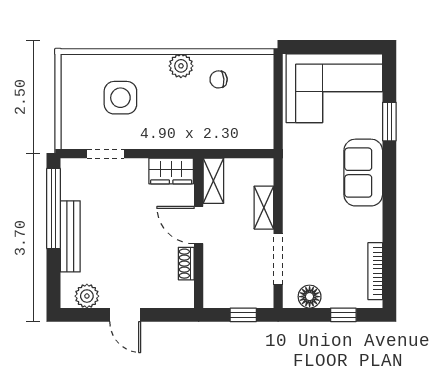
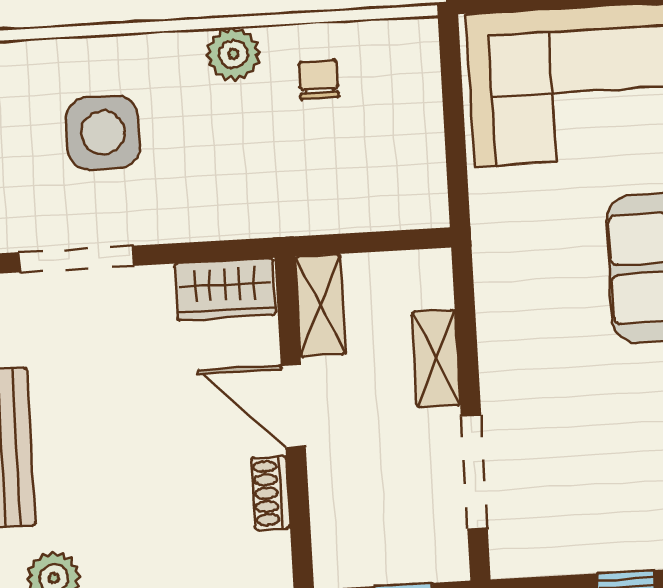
chair: (219, 79) -> (319, 79), turned 95
doorway: (105, 154) -> (77, 259), width x1.38
floor lamp: (310, 297) -> (549, 551), removed

